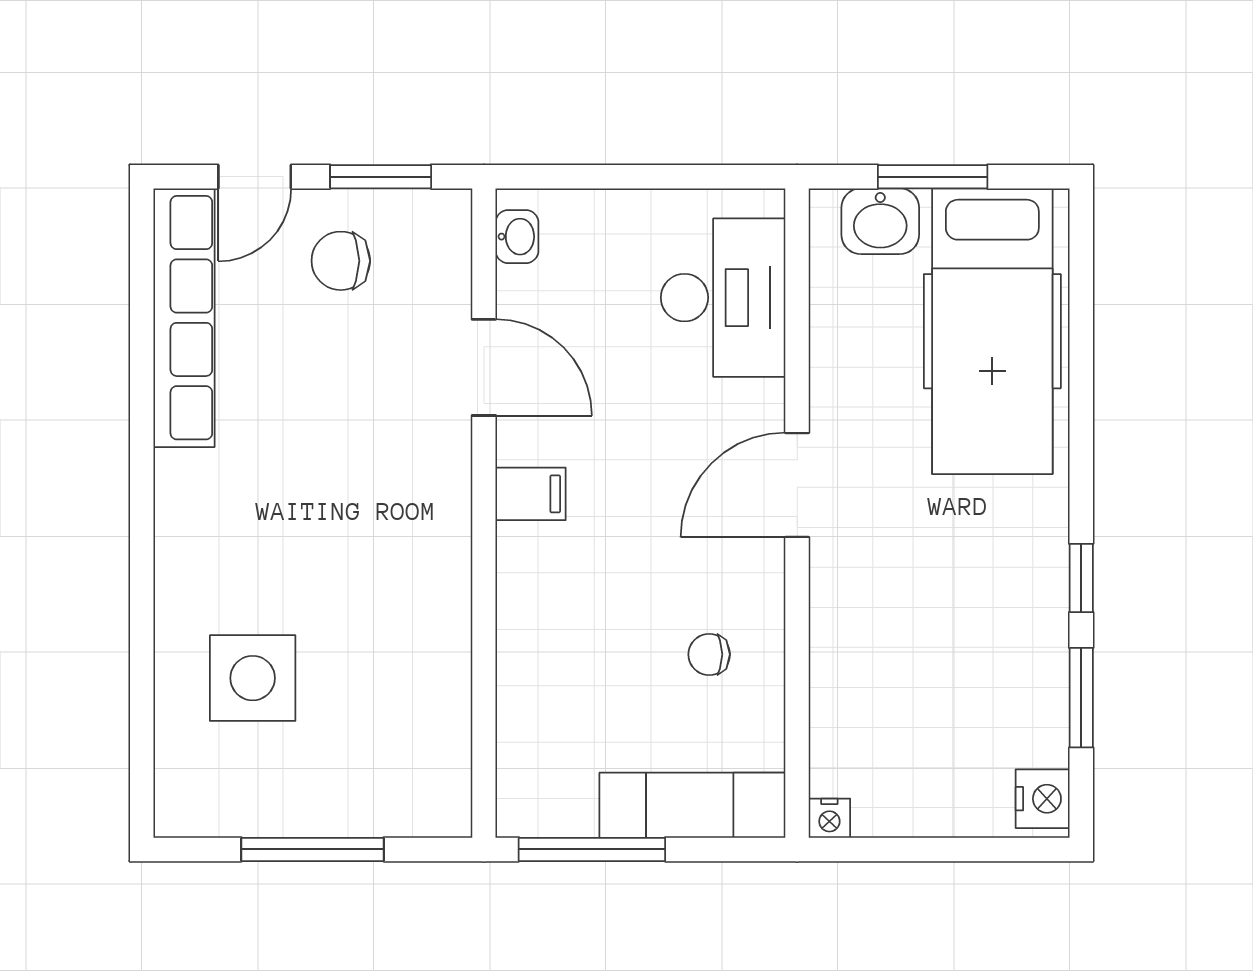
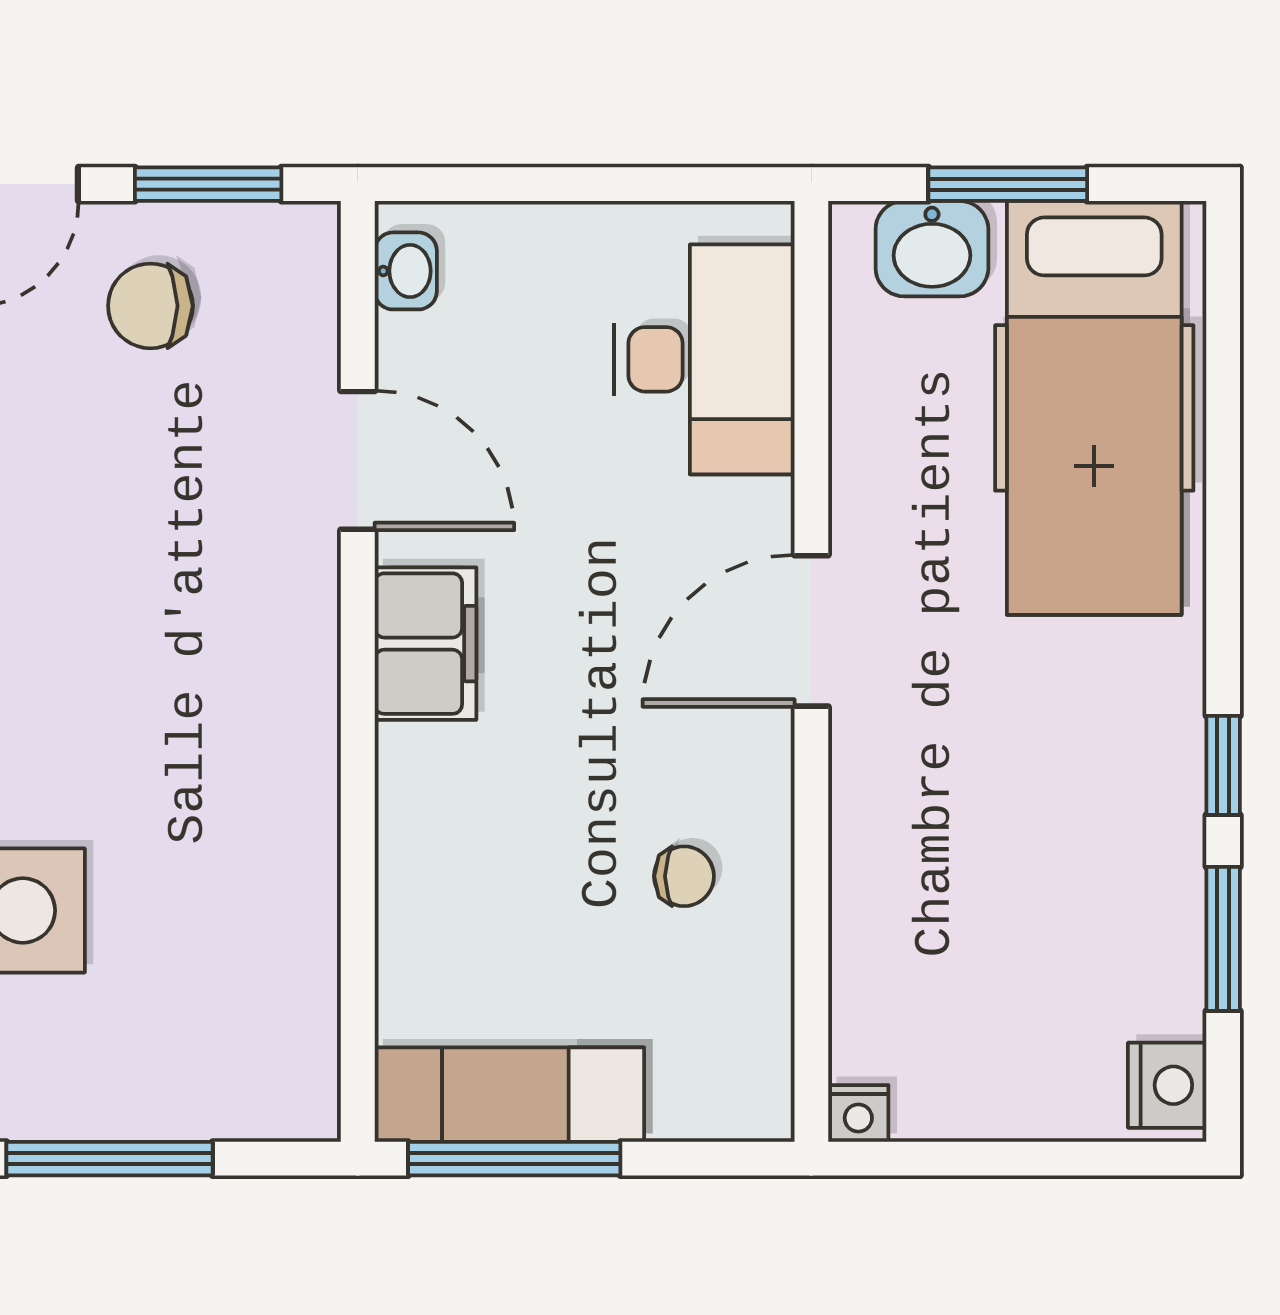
filing cabinet: (531, 494) -> (425, 644), width x2.00
chair: (709, 654) -> (684, 876), turned 180
exam couch: (692, 805) -> (509, 1095), moved

